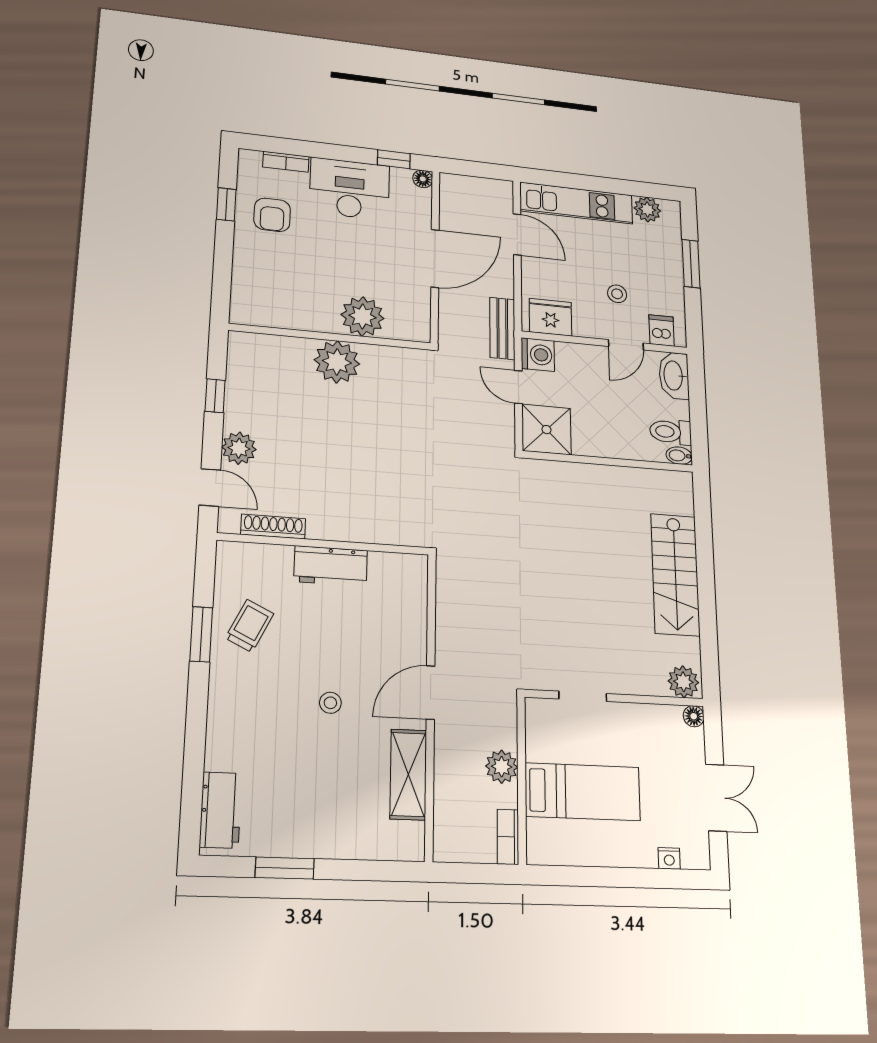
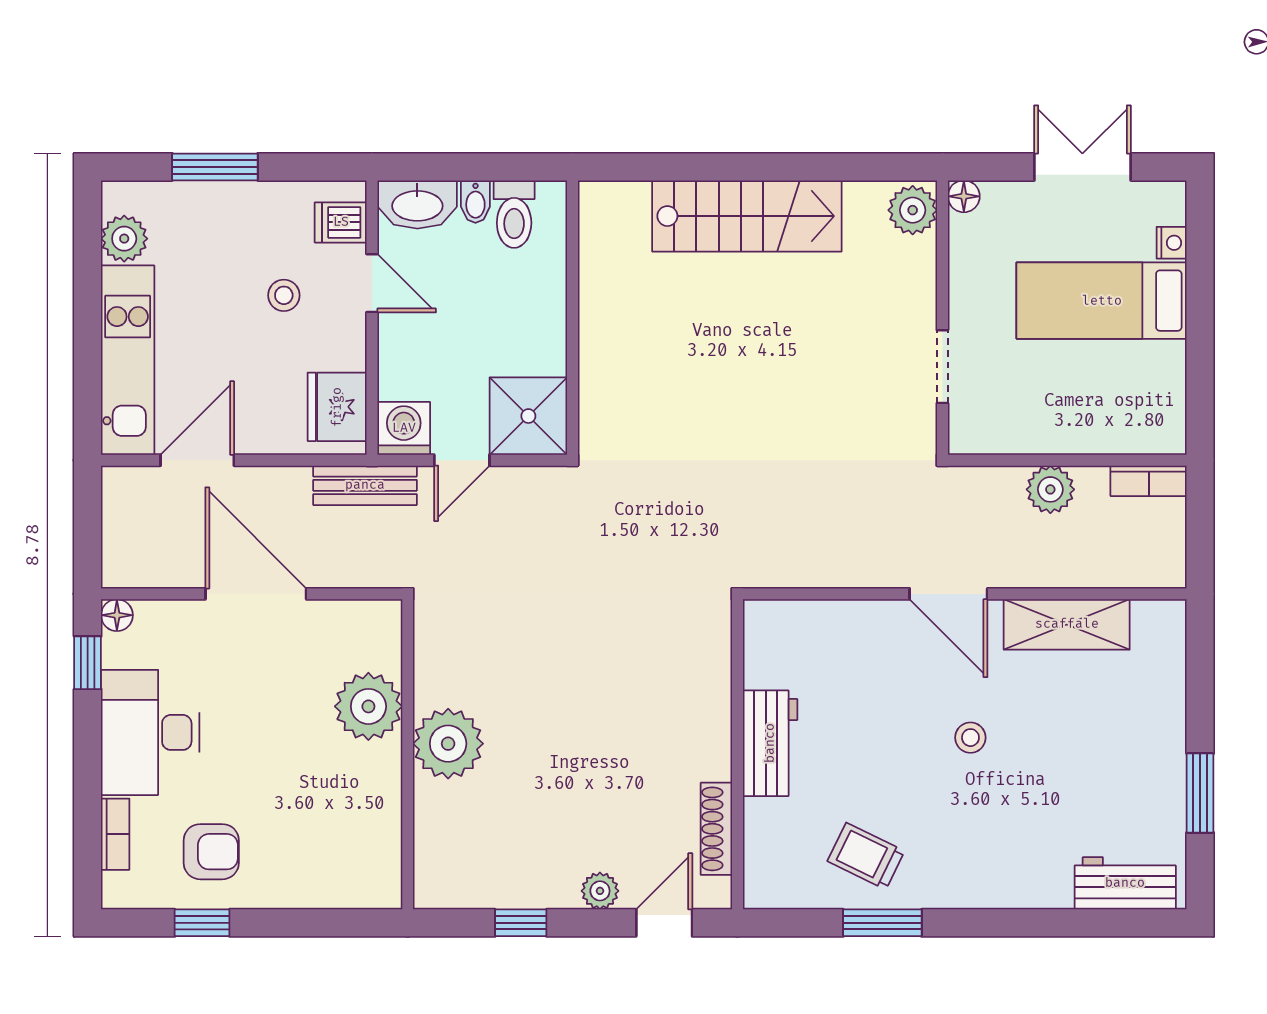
plant: (239, 448) -> (600, 891), width x0.73, depth x0.73
bidet: (679, 456) -> (475, 202), moved
bed: (583, 792) -> (1102, 301), moved, turned -90

